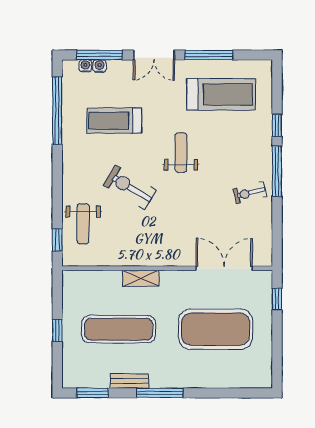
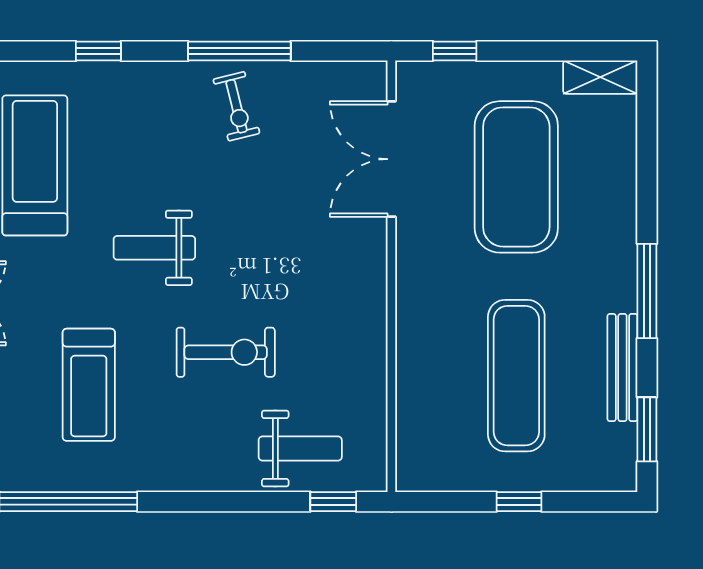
window: (277, 171) -> (239, 51), moved
exercise bike: (130, 187) -> (226, 352), turned -121
shelving: (141, 278) -> (600, 77), moved, turned 90
bench: (130, 381) -> (622, 368), width x1.36

